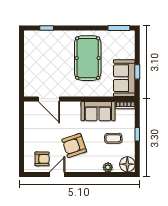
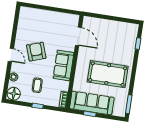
sofa: (124, 78) -> (92, 103), width x1.36
door: (49, 99) -> (78, 36), swing flipped
sofa: (98, 111) -> (64, 66), moved
armchair: (42, 159) -> (29, 23), removed
door: (57, 175) -> (11, 55), moved

